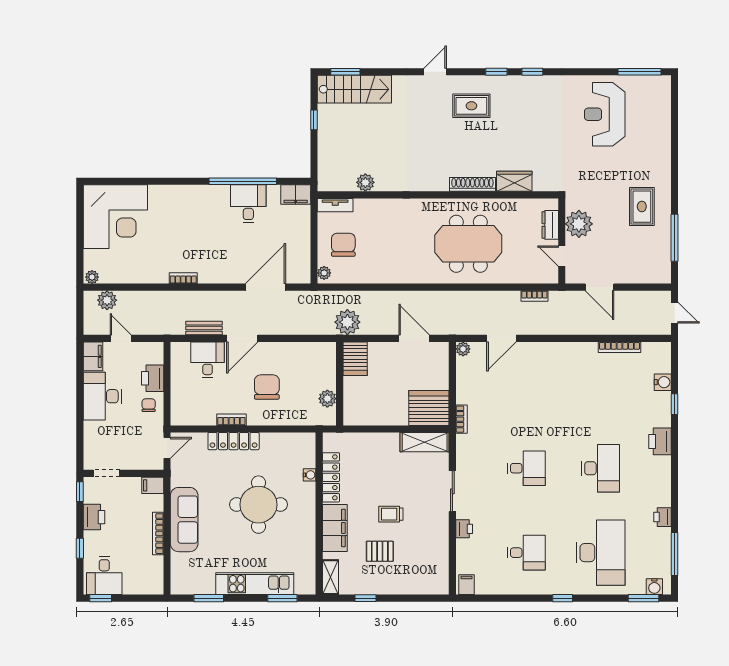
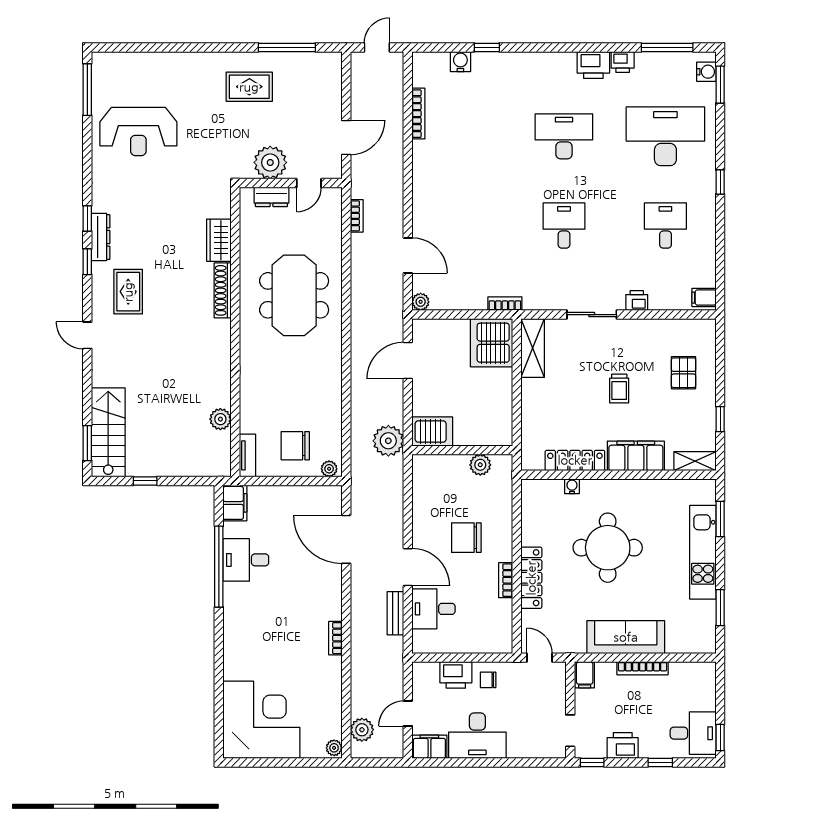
dresser: (517, 83) -> (101, 237), added
printer: (660, 441) -> (593, 65), moved
pallet: (380, 551) -> (684, 373), moved

